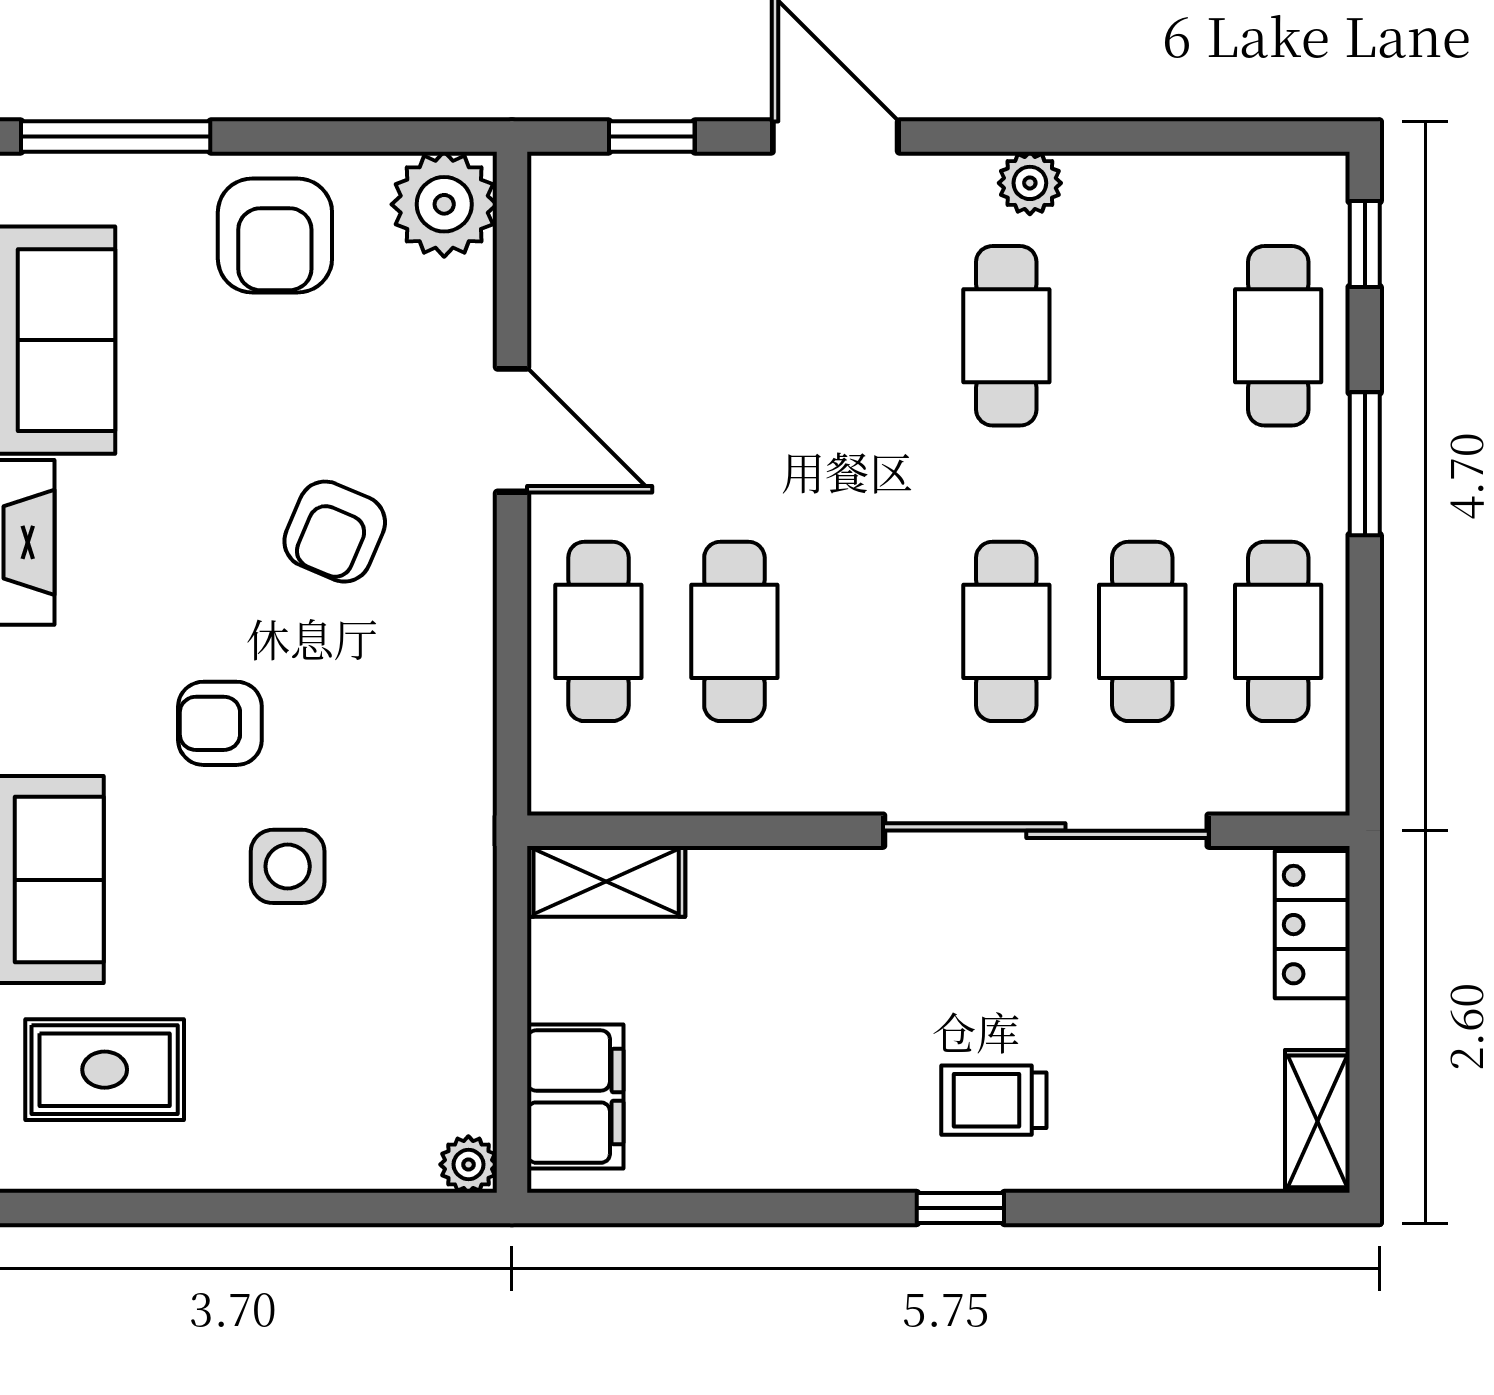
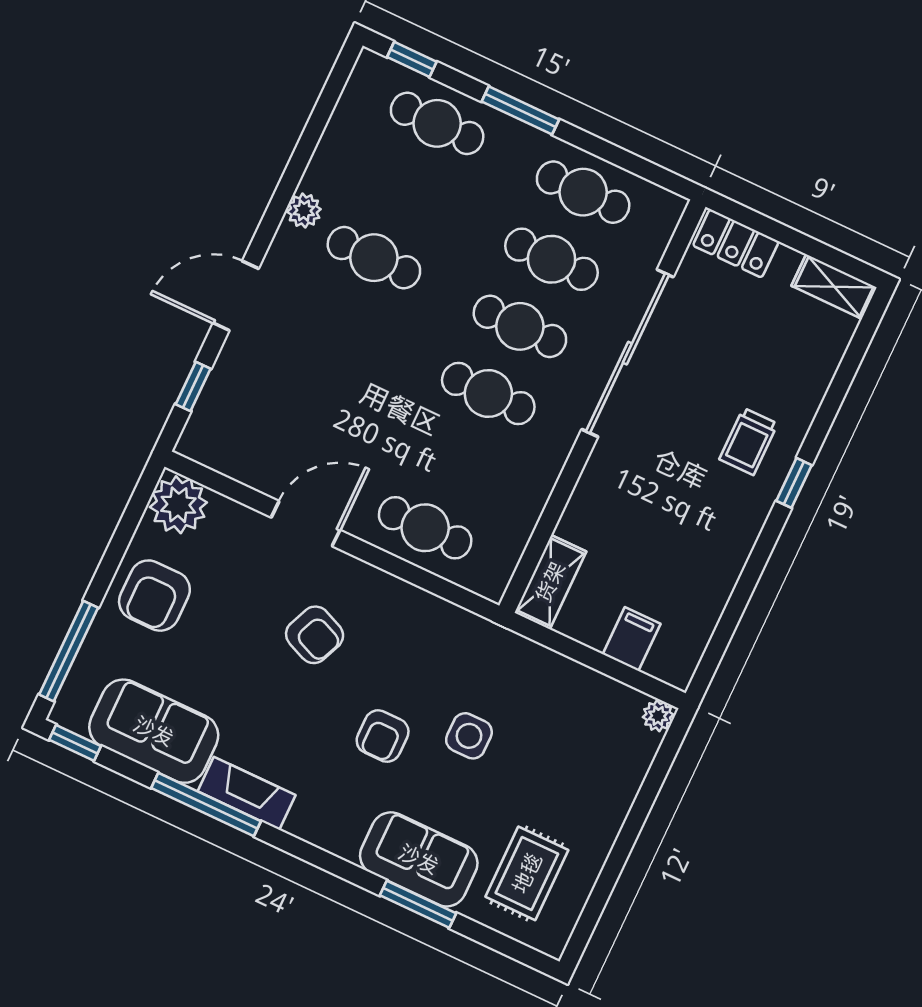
armchair: (275, 236) -> (154, 596), turned 90
cafe table: (734, 631) -> (488, 394), moved
filing cabinet: (575, 1097) -> (632, 639), width x0.50

